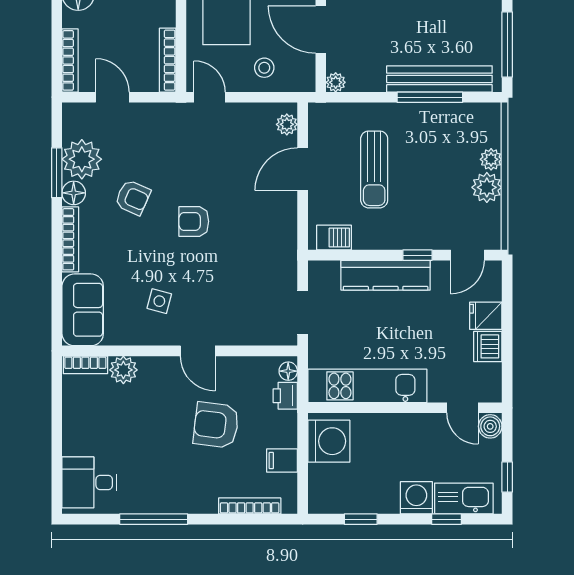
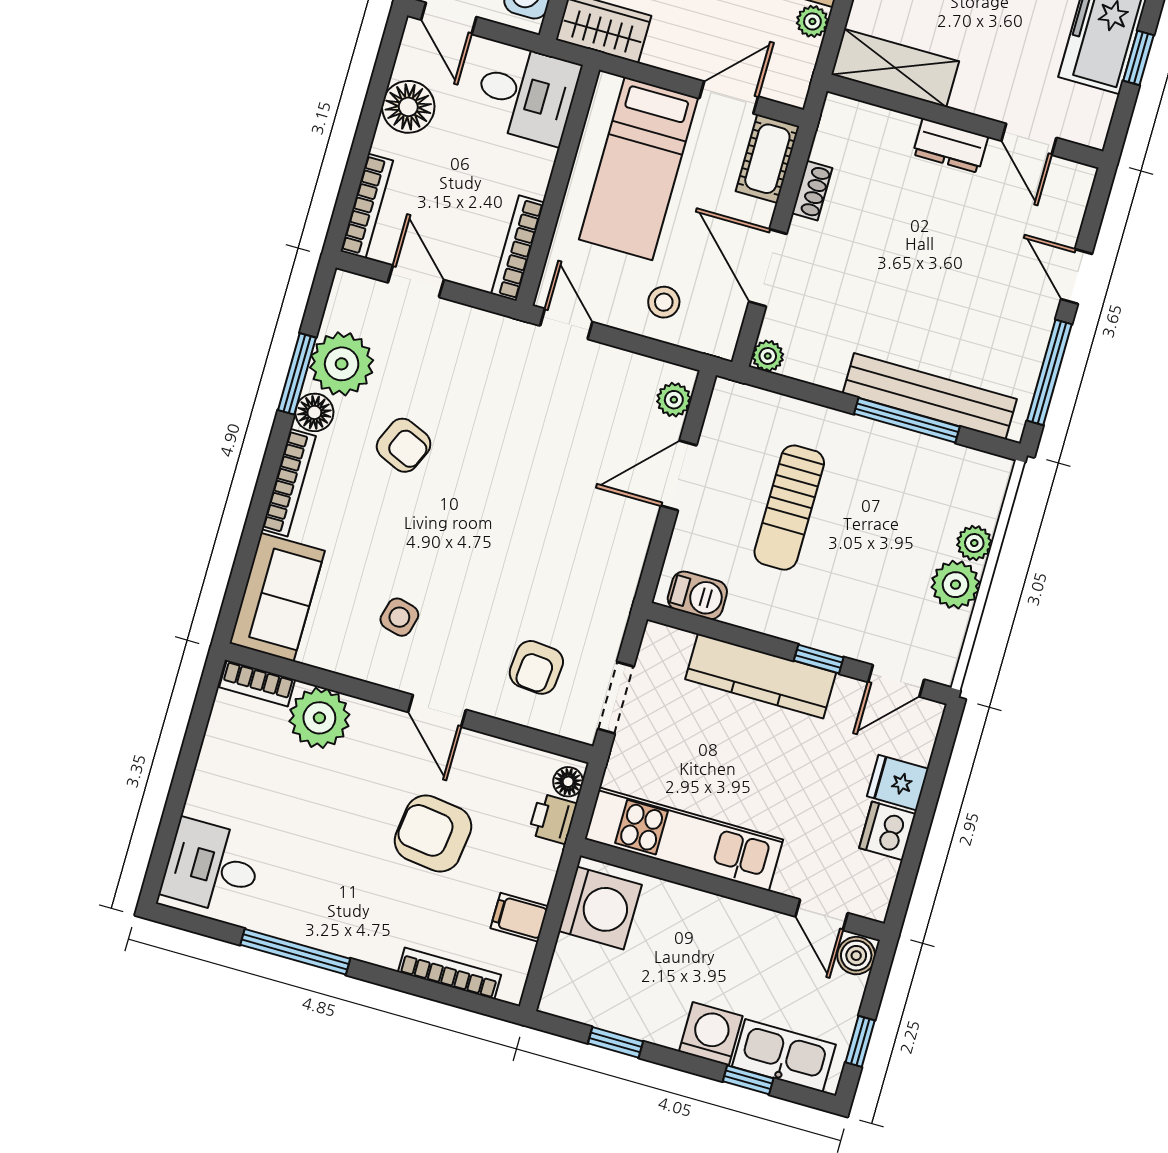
armchair: (194, 221) -> (536, 667), moved, turned -85
plant: (123, 370) -> (319, 718), width x1.36, depth x1.36

